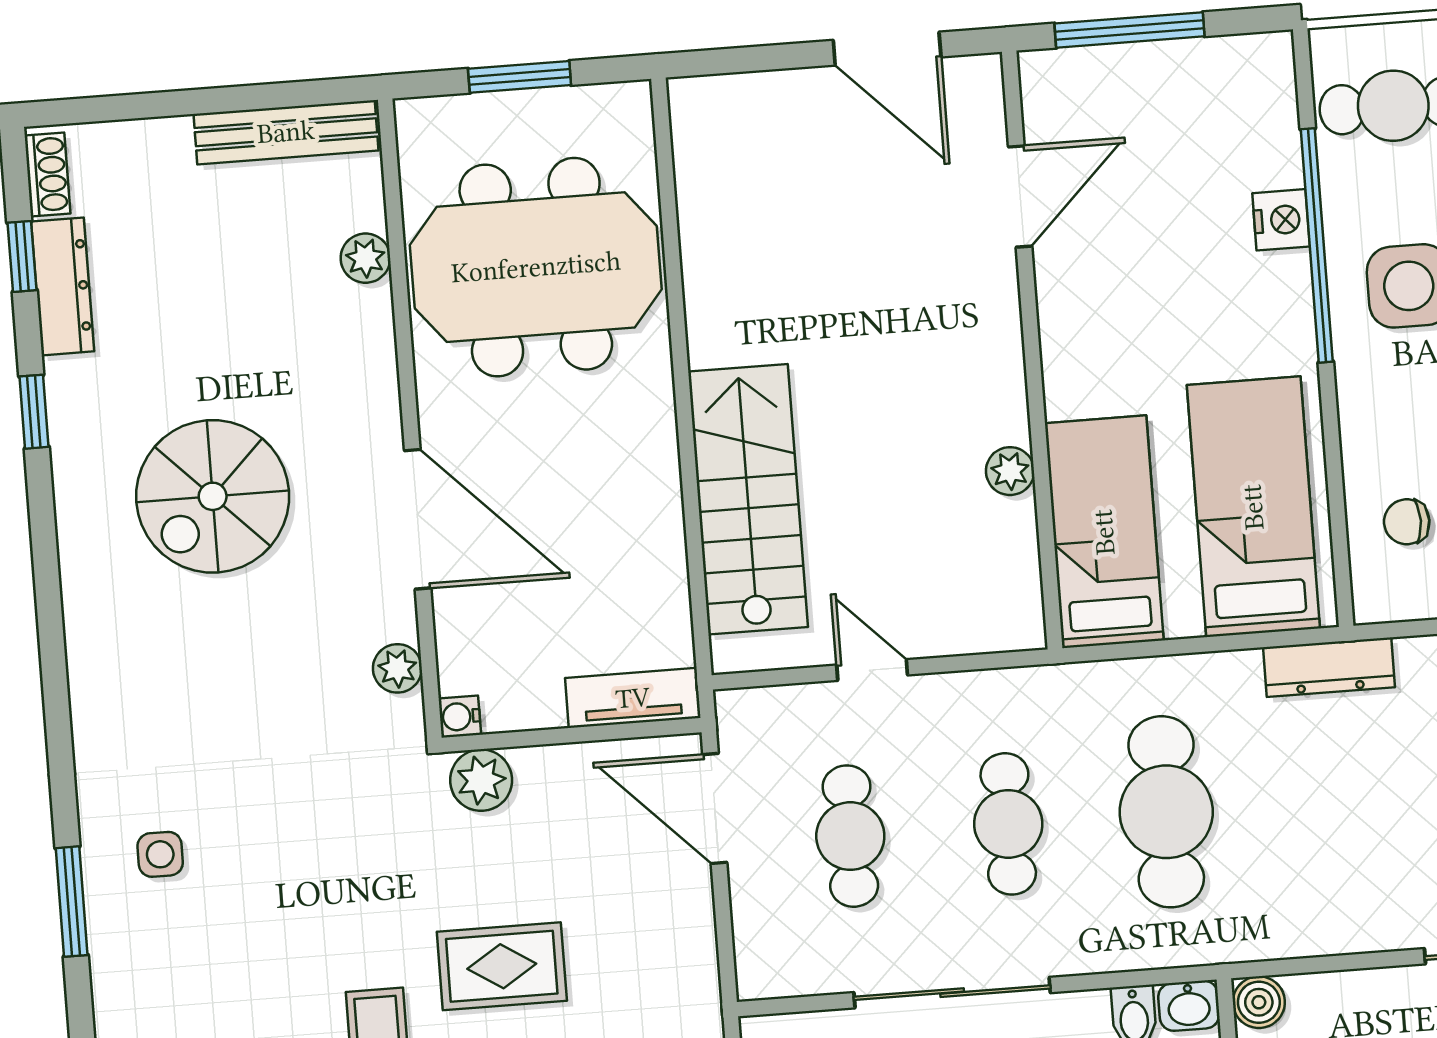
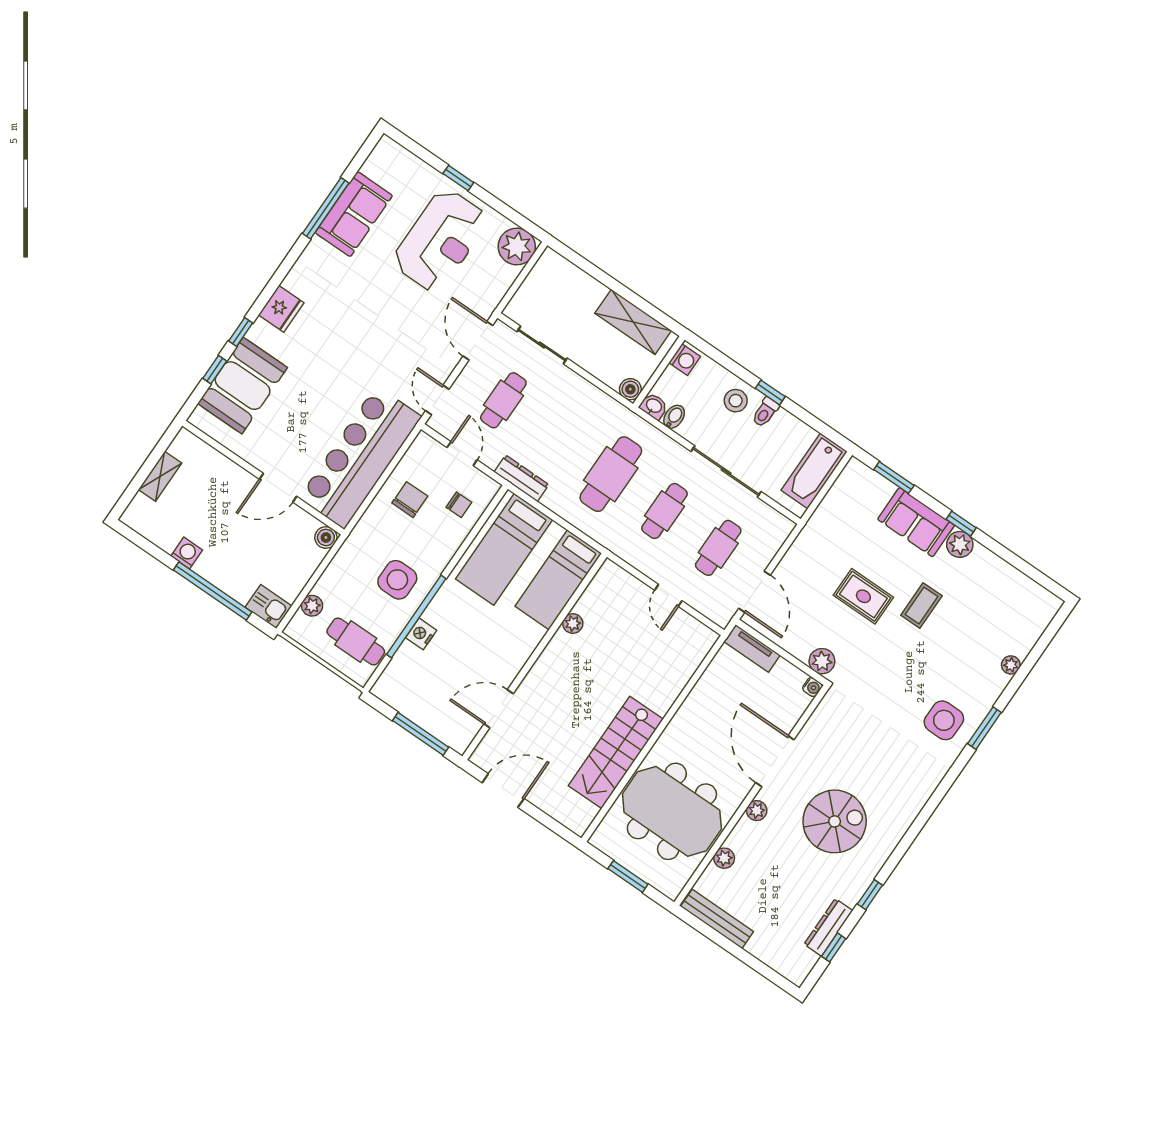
door: (887, 49) -> (503, 791), hinge flipped
shoe rack: (47, 174) -> (804, 967), removed
stairs: (748, 499) -> (616, 752), moved
plant: (397, 668) -> (757, 811), moved
side table: (160, 854) -> (944, 720), width x1.87, depth x1.87

